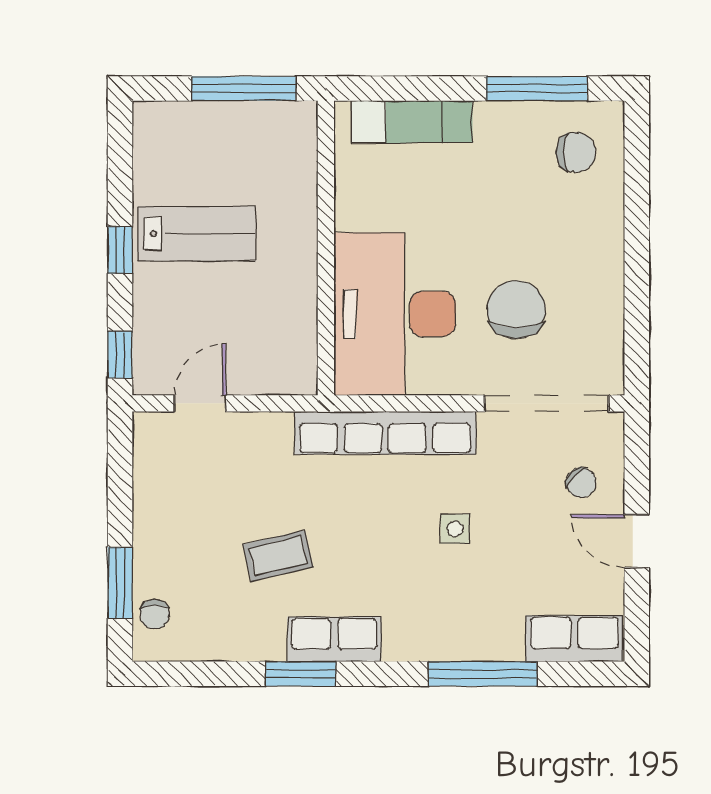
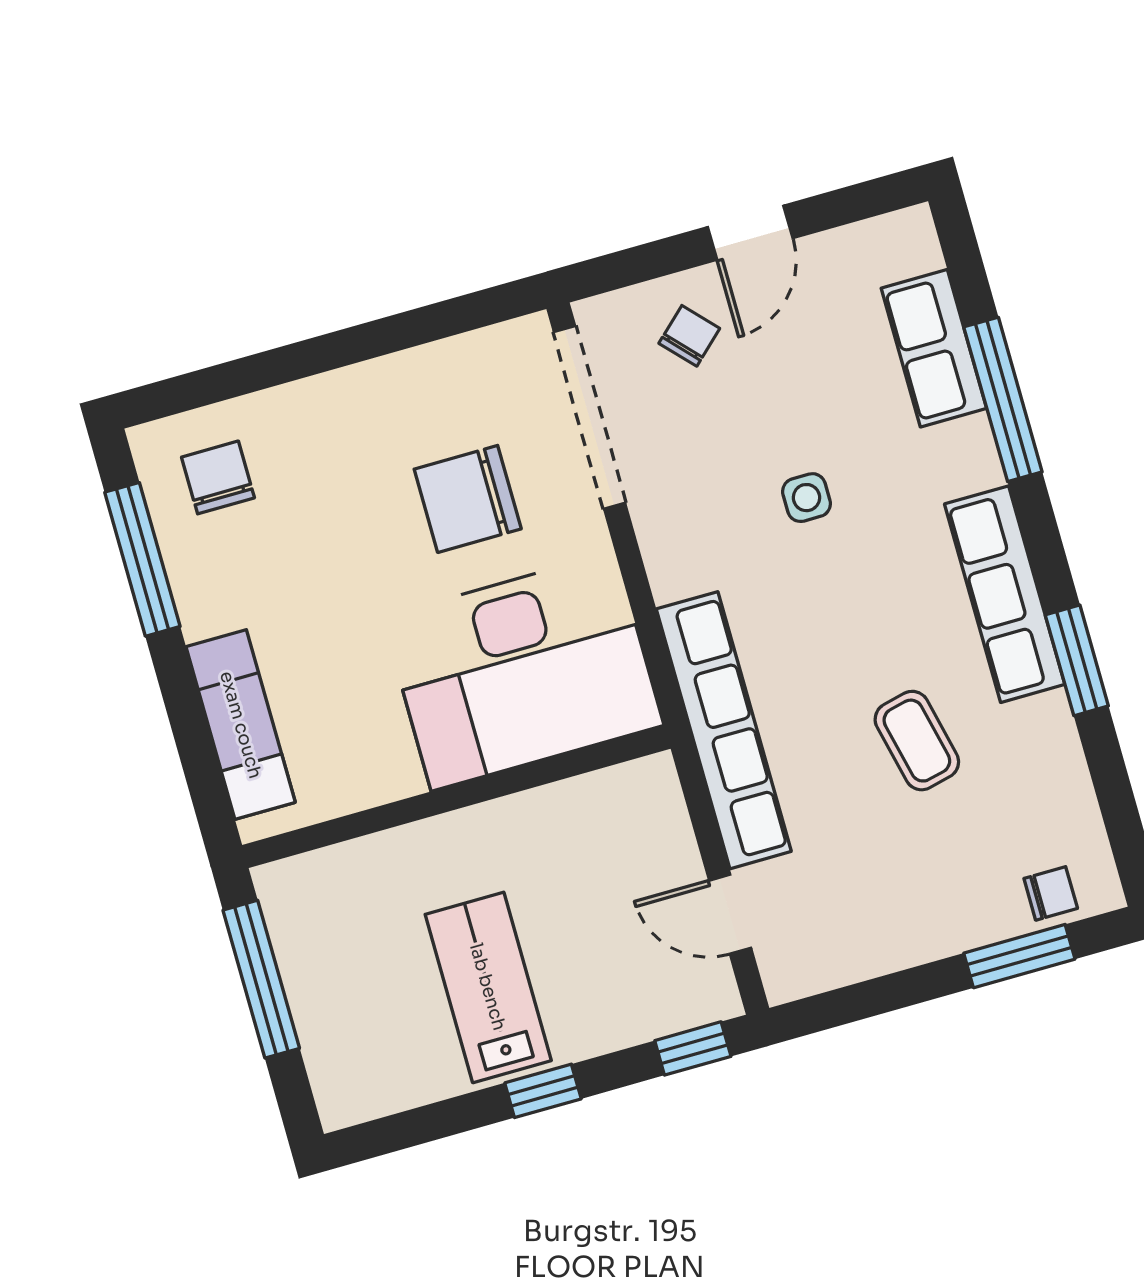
row of seats: (385, 433) -> (724, 730), moved
row of seats: (334, 639) -> (1005, 594), width x1.48
row of seats: (574, 639) -> (934, 348), moved

